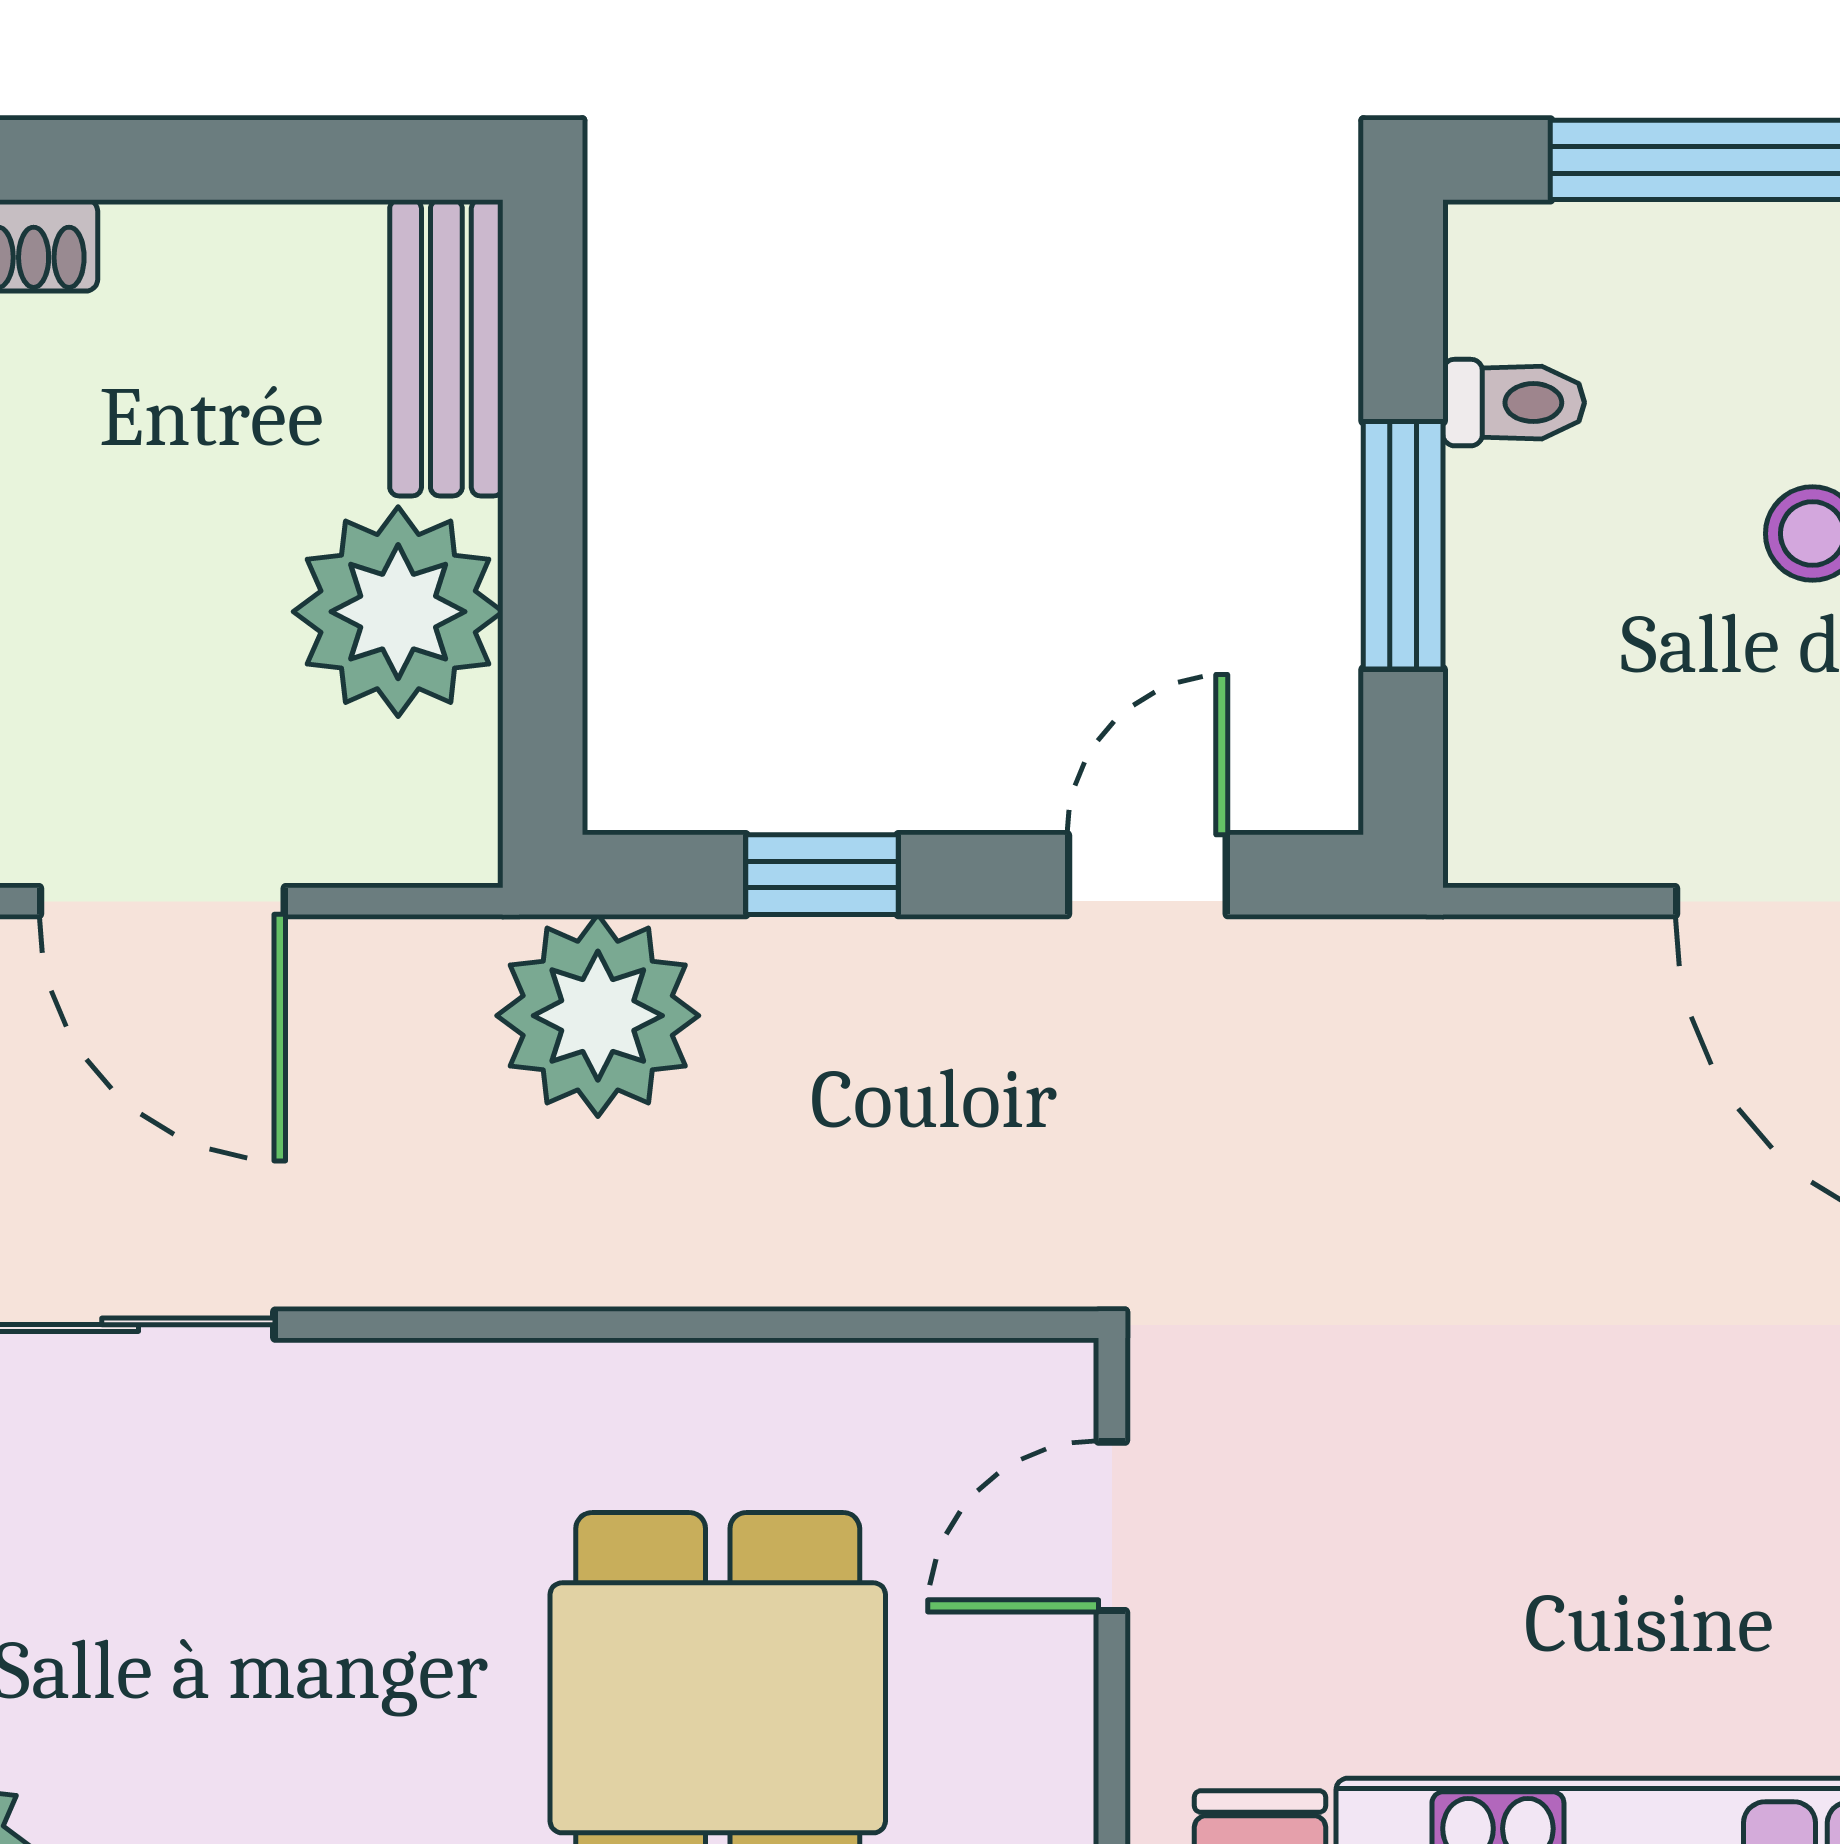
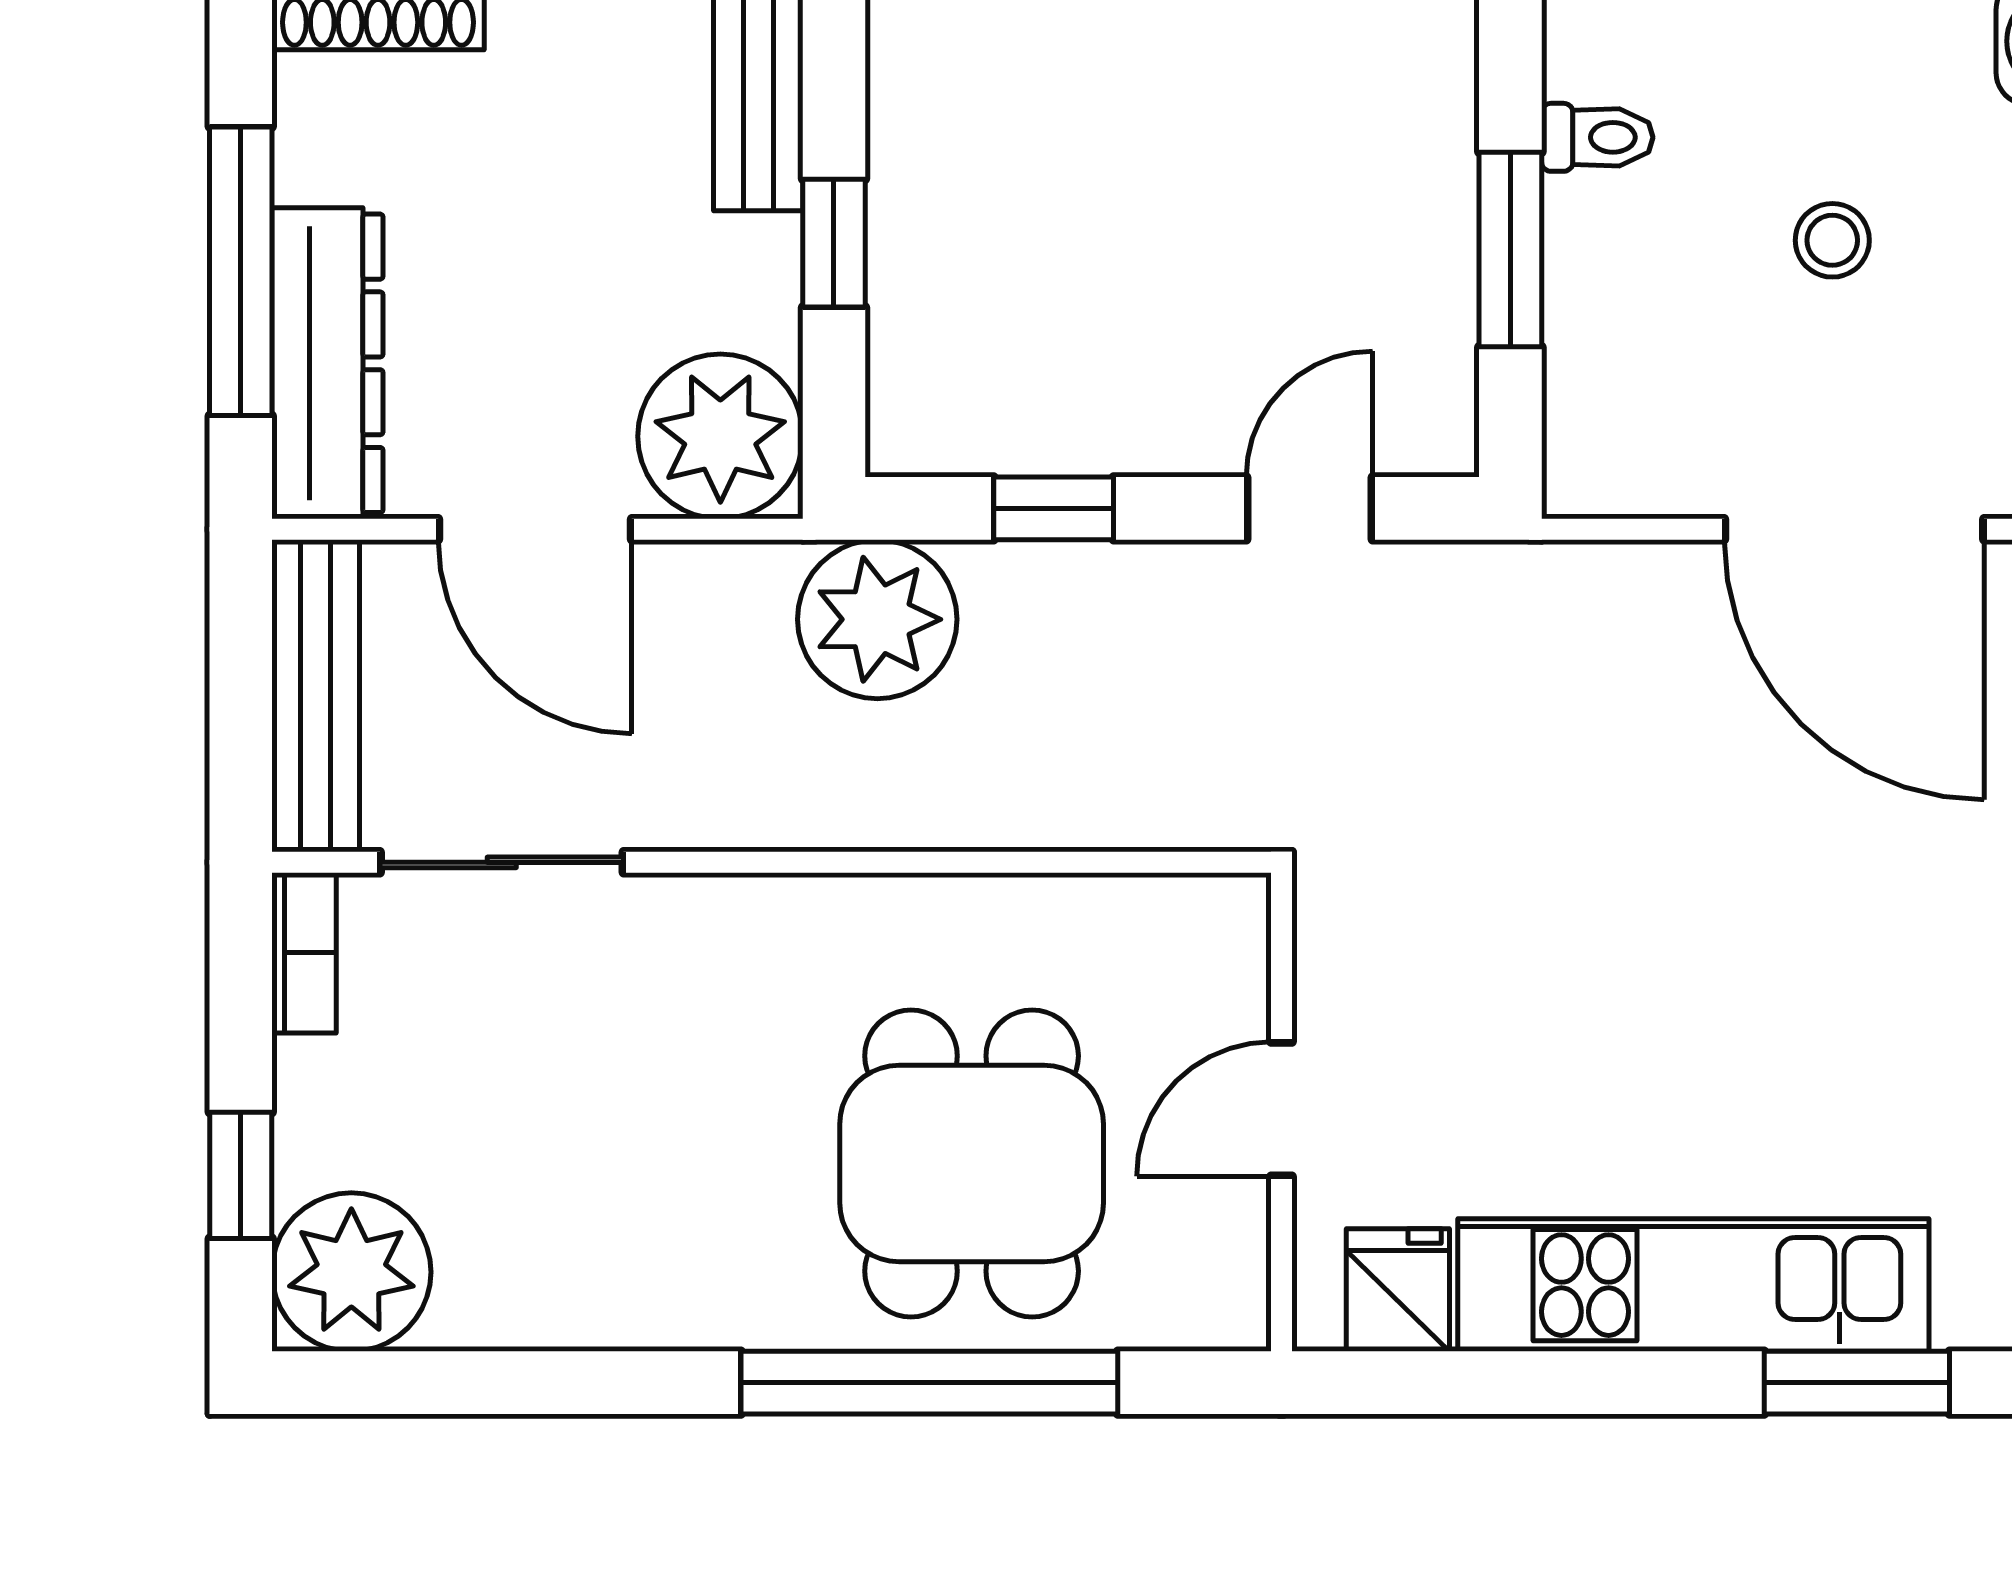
window: (543, 537) -> (834, 243), added
plant: (398, 612) -> (720, 436), moved
door: (1112, 1526) -> (1282, 1109), moved

